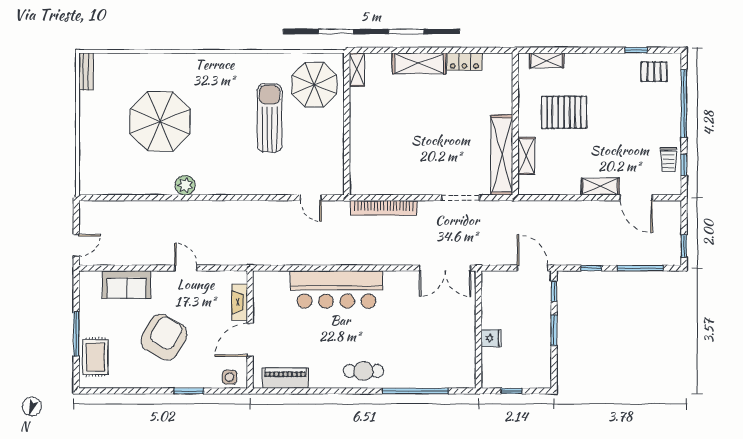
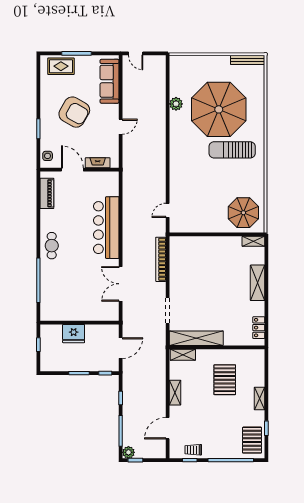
shelving: (547, 60) -> (260, 399), moved
locker: (464, 62) -> (259, 328), moved
bench: (86, 71) -> (248, 60), width x1.36
pallet: (654, 72) -> (252, 440), width x1.50, depth x1.42
sun lounger: (270, 118) -> (232, 150), moved, turned 180
parasol: (160, 121) -> (219, 109), width x1.36, depth x1.36
shelving: (526, 156) -> (183, 355), moved
plant: (185, 185) -> (176, 104), moved
shelving: (600, 187) -> (175, 393), moved
plant: (672, 256) -> (128, 452), added
double door: (445, 268) -> (121, 284), moved
door: (533, 268) -> (121, 348), moved
sofa: (127, 285) -> (109, 81), width x1.36
fridge: (491, 338) -> (74, 334), width x1.88, depth x1.34

